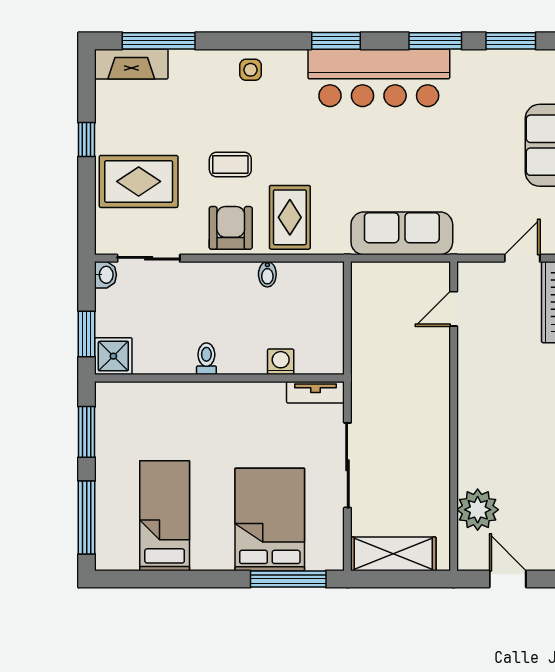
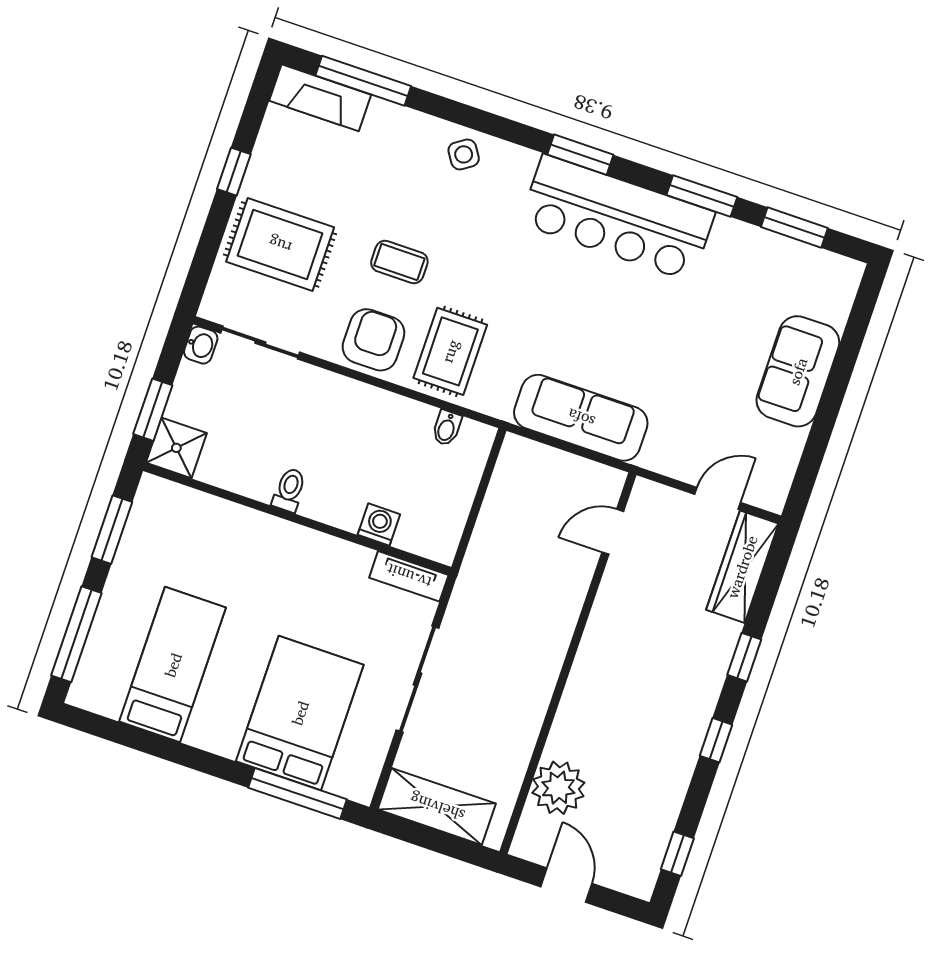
side table: (250, 70) -> (464, 154), turned -34
bidet: (267, 274) -> (447, 428), moved

